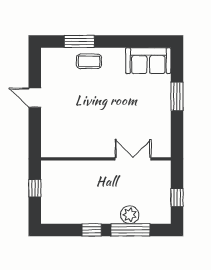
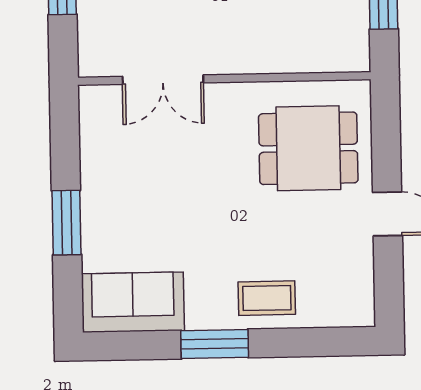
window: (79, 41) -> (215, 344), moved
dining table: (69, 127) -> (308, 148), added

